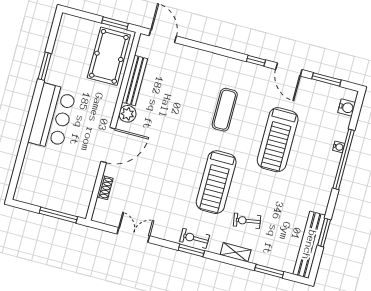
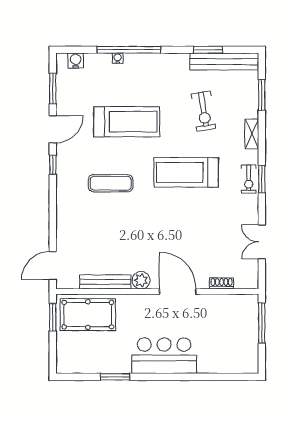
treadmill: (216, 182) -> (186, 172), turned 180
exercise bike: (247, 221) -> (204, 111), moved, width x1.38, depth x1.39

